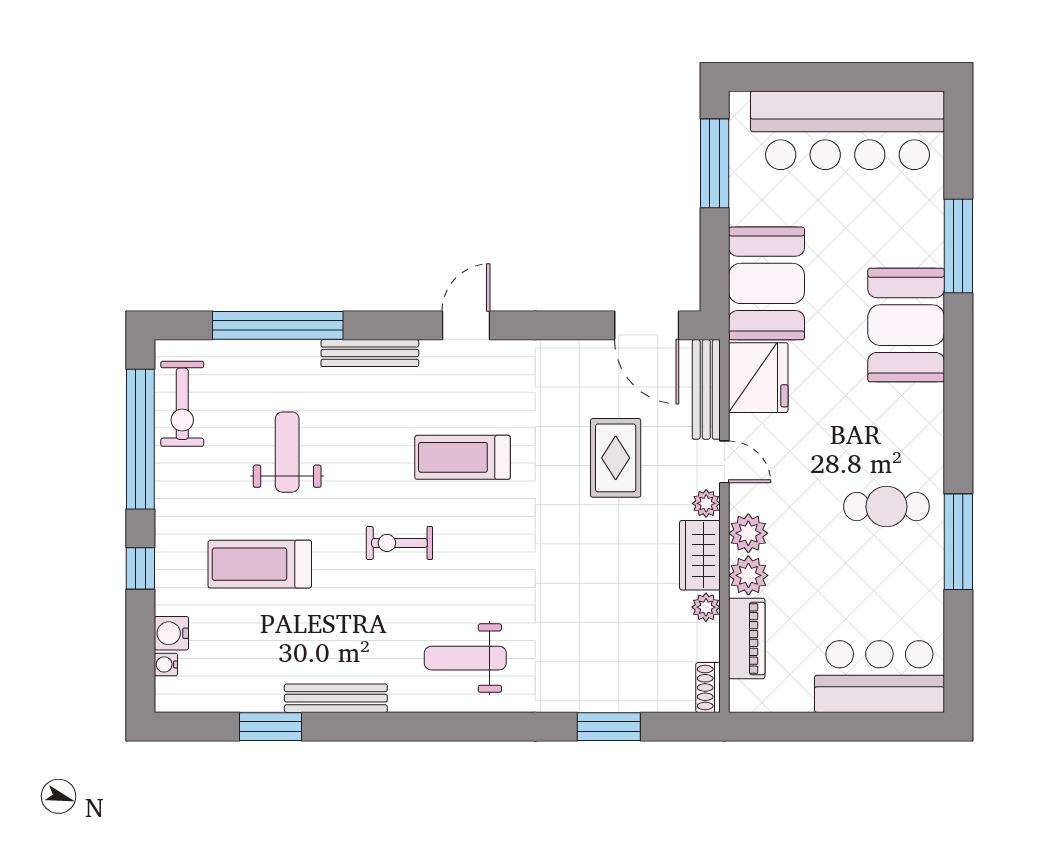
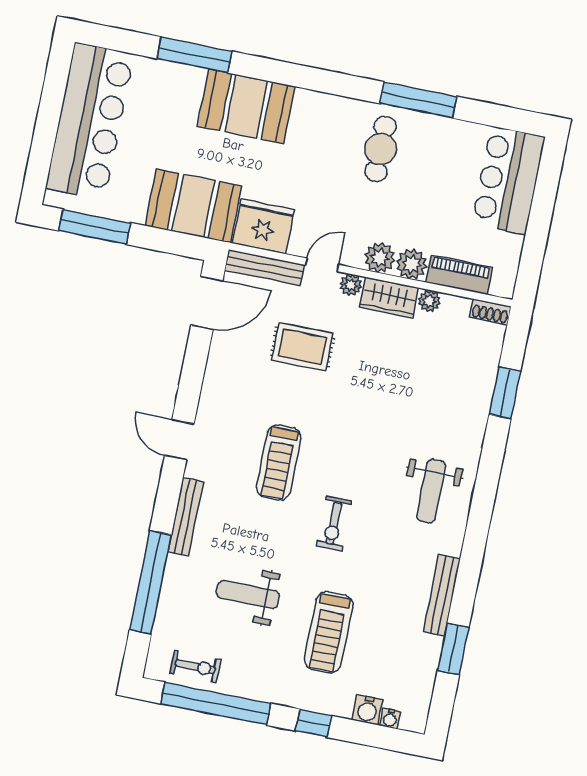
exercise bike: (182, 404) -> (195, 666), width x0.73, depth x0.72

